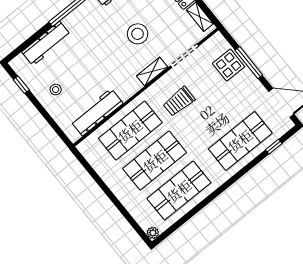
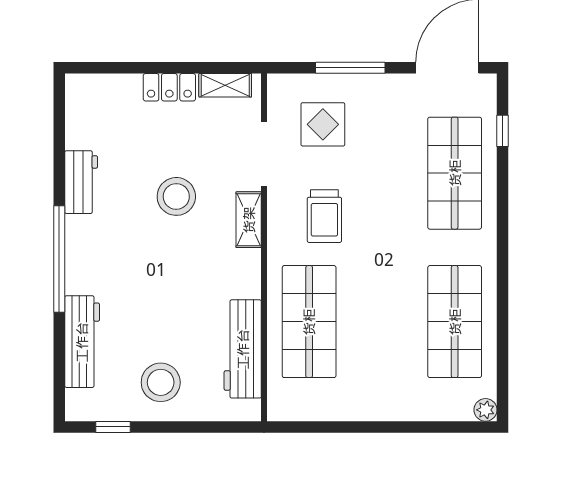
display table: (229, 65) -> (323, 124), moved
stool: (56, 90) -> (161, 382), width x1.89, depth x1.89
shop shelf: (155, 161) -> (382, 322), removed

